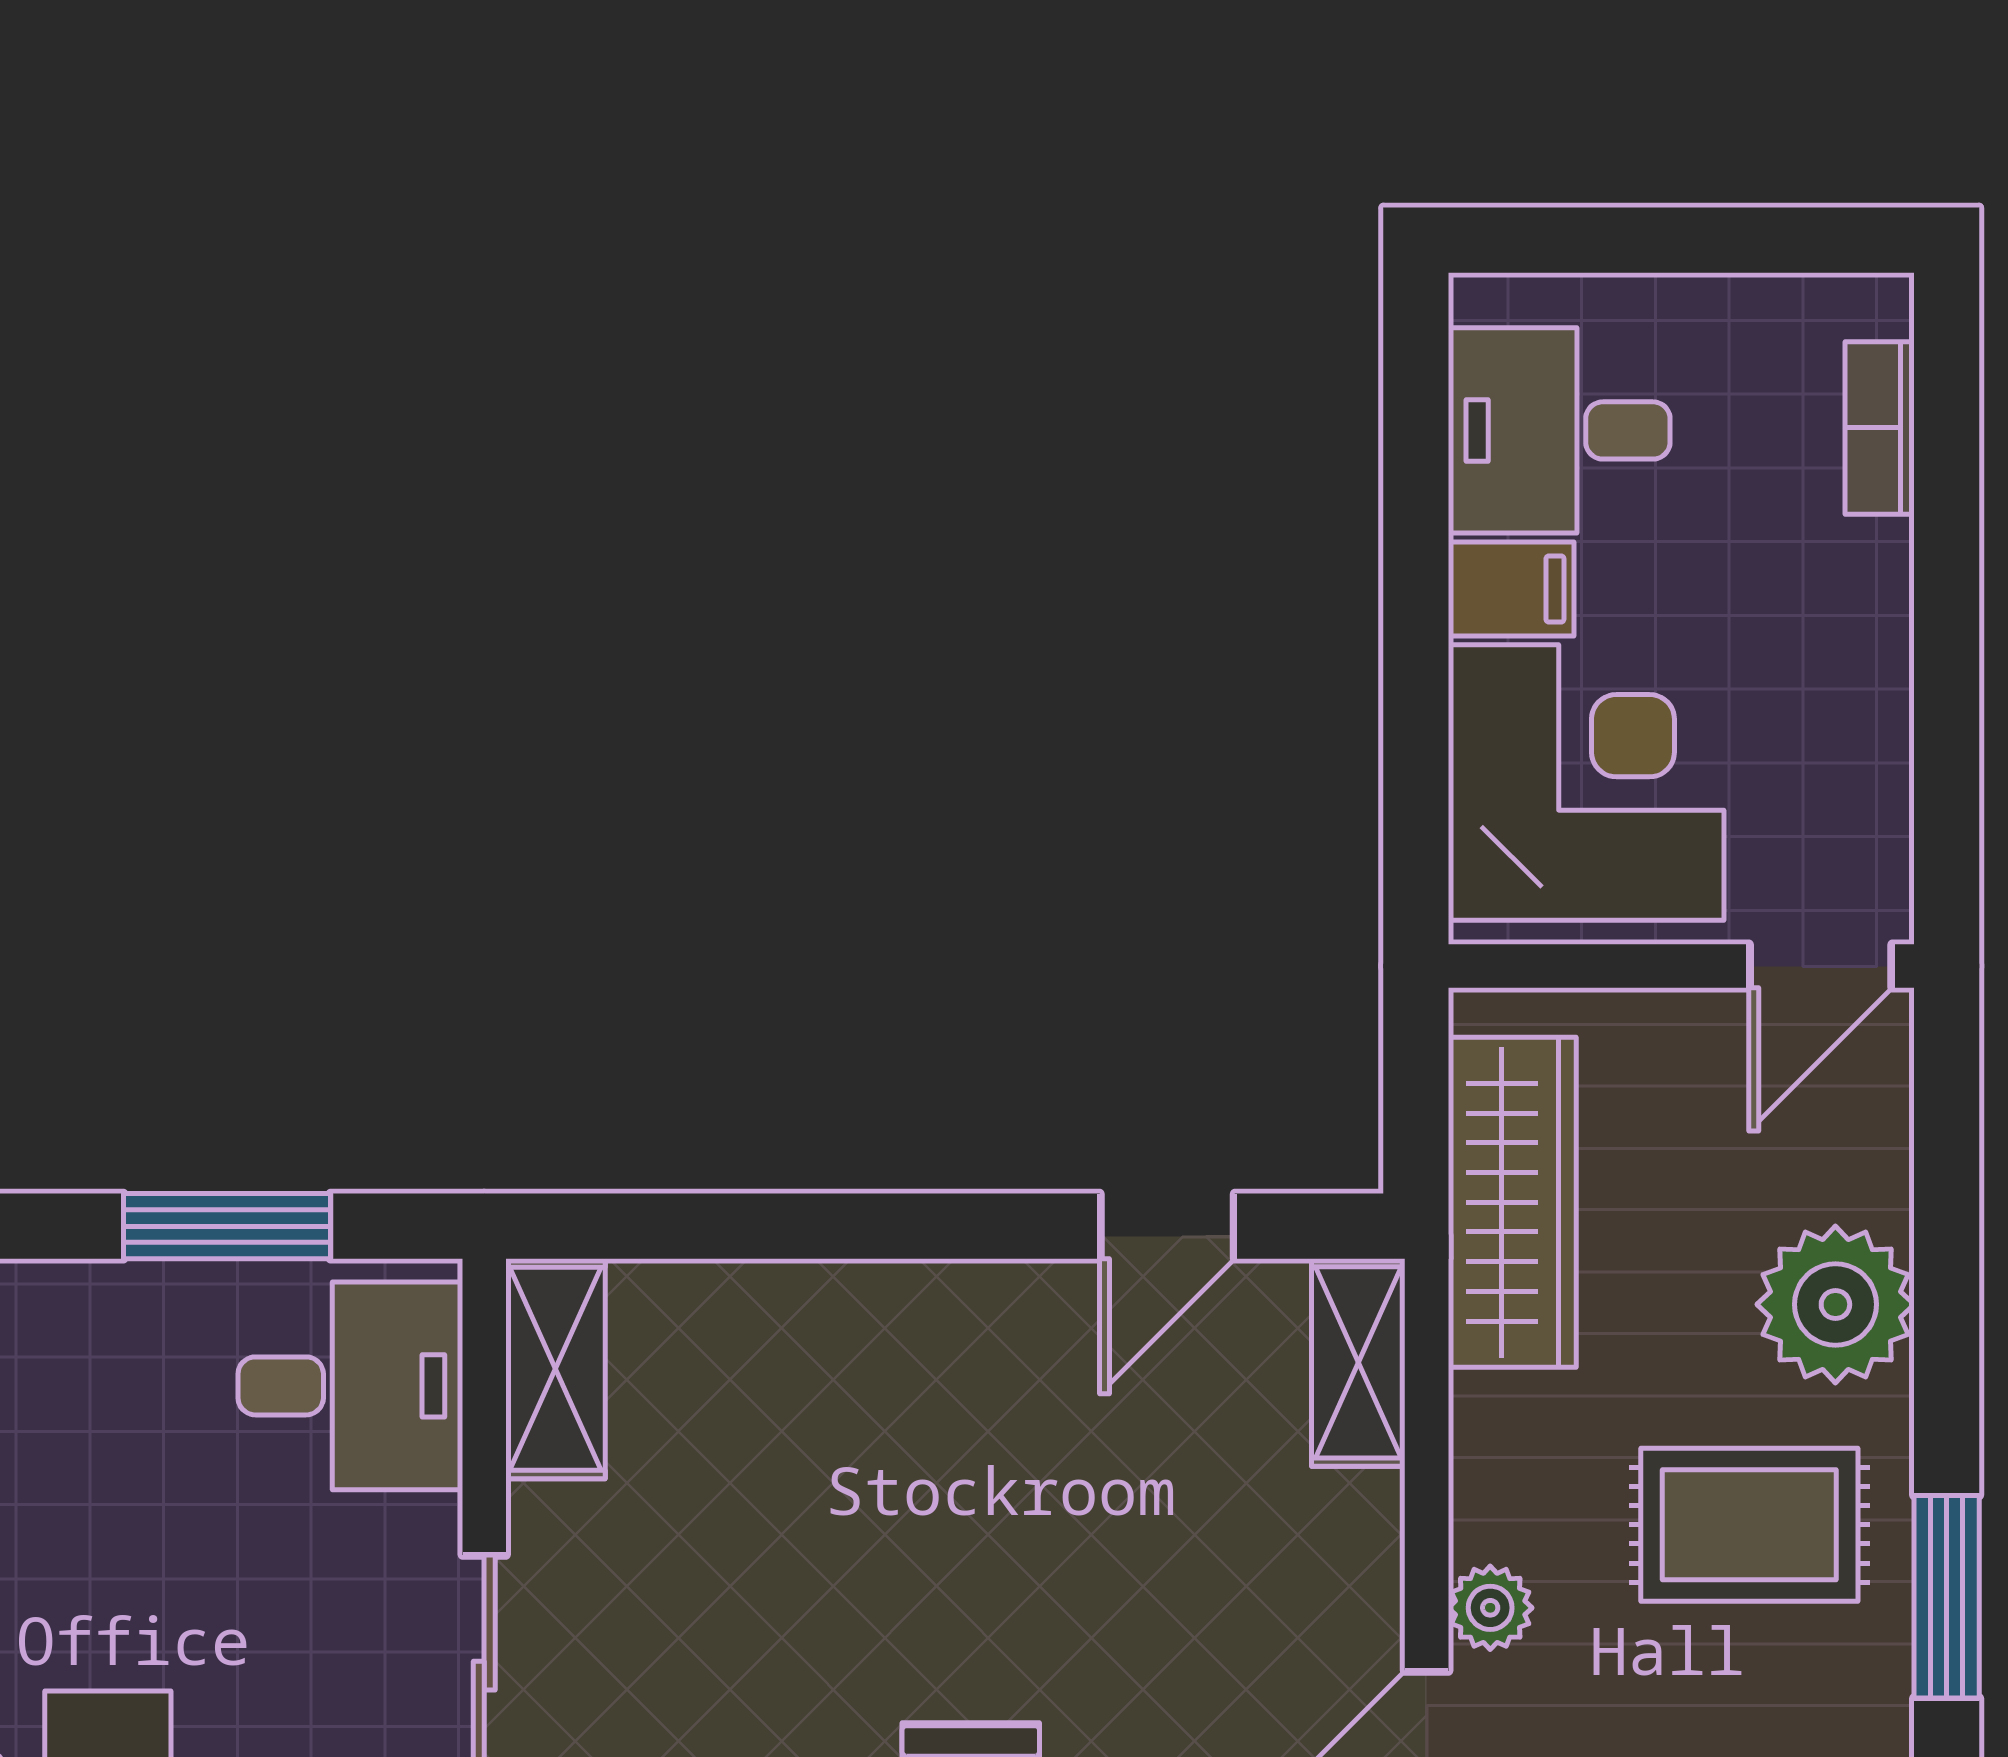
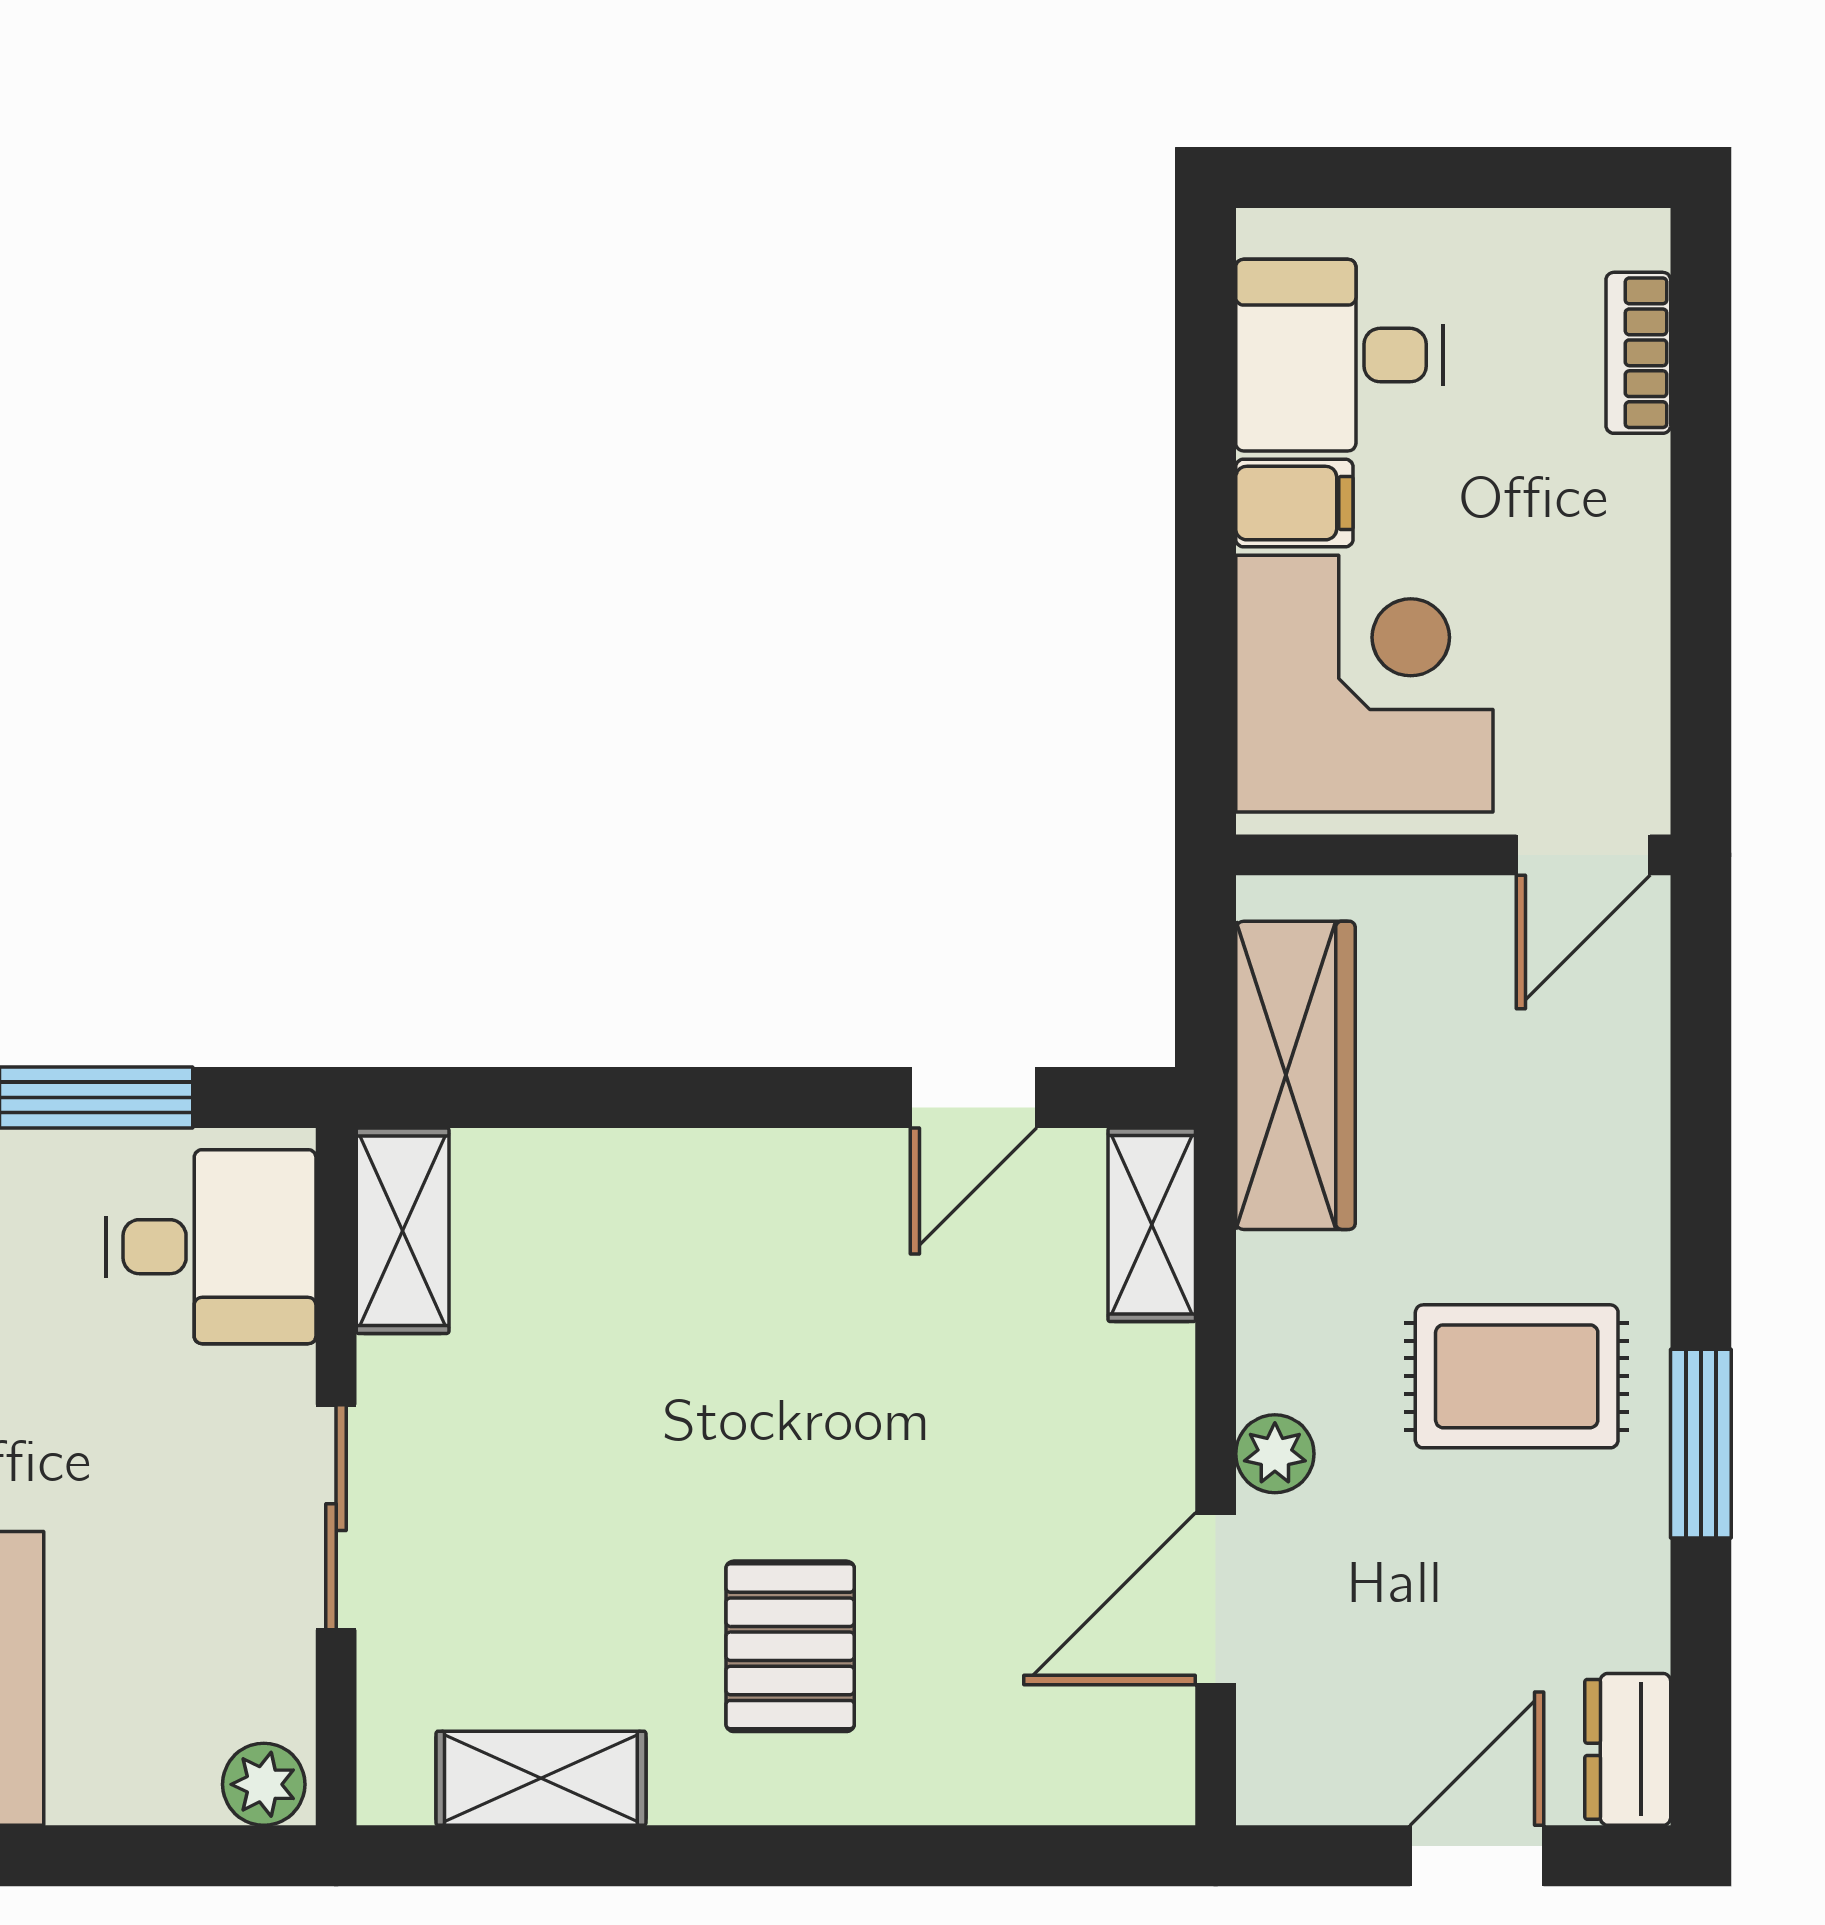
plant: (1835, 1304) -> (1597, 1171), removed

